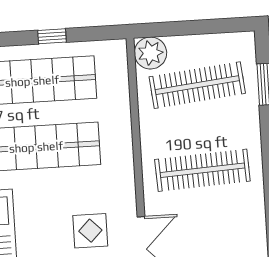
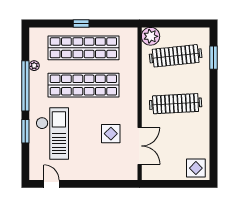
window: (52, 36) -> (81, 23), moved

